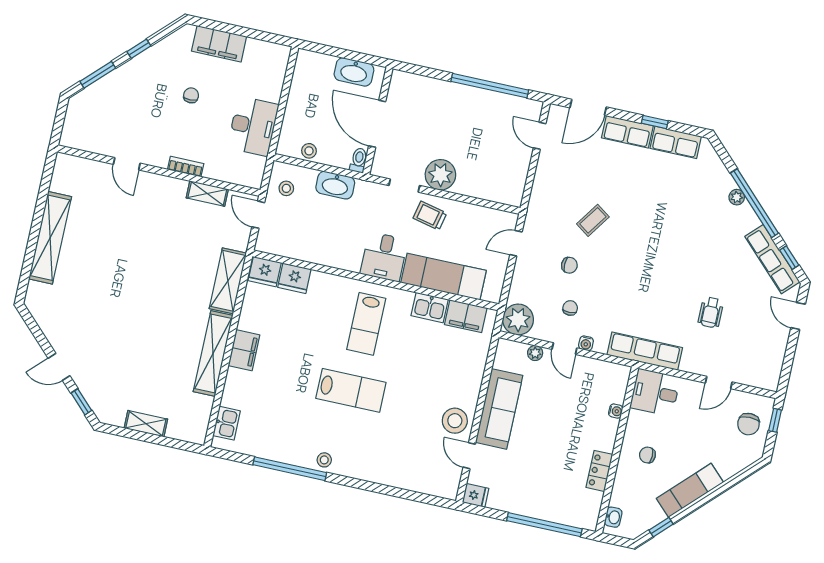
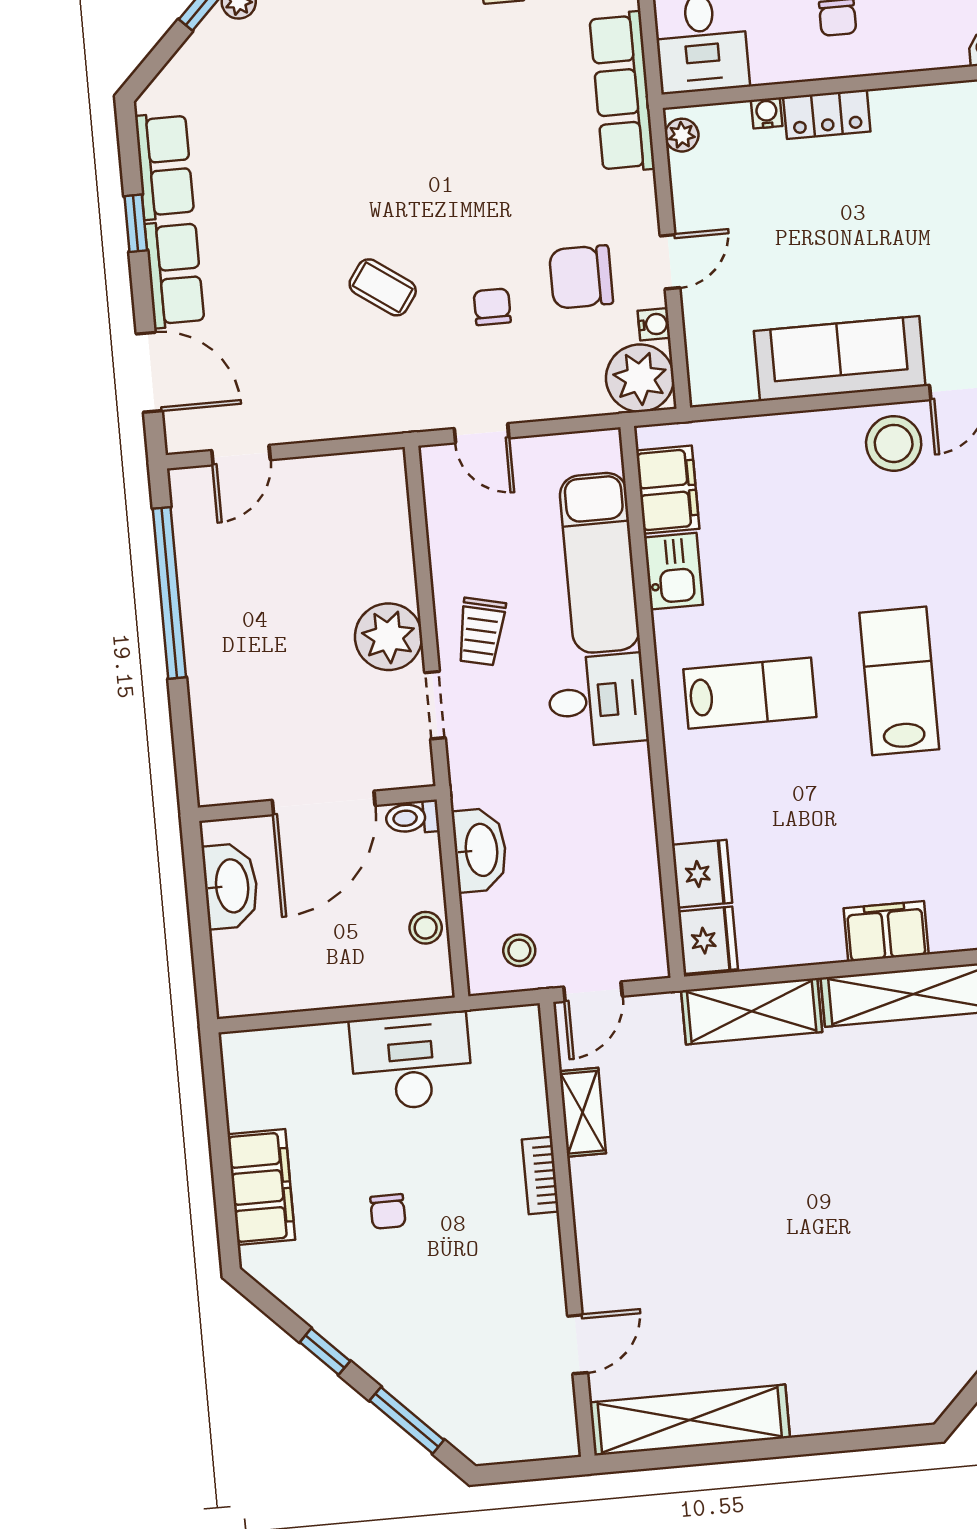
chair: (191, 95) -> (388, 1211), turned -90
door: (127, 164) -> (578, 1344), moved
shelving: (50, 238) -> (690, 1420), moved
chair: (570, 308) -> (581, 277), width x1.87, depth x1.87
water cooler: (586, 343) -> (654, 324), moved
plant: (535, 353) -> (682, 135), moved
locker: (599, 471) -> (827, 114), moved

